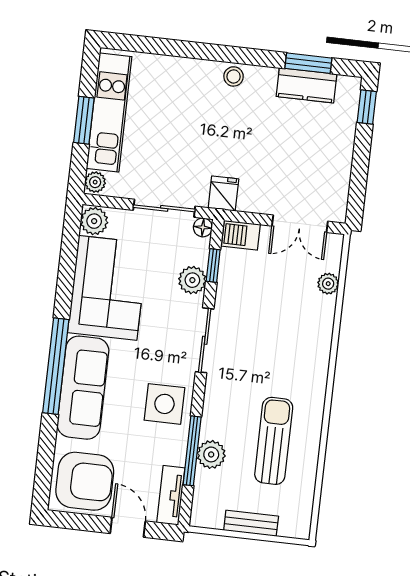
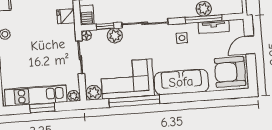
fridge: (223, 193) -> (66, 16), moved
sliding door: (205, 340) -> (145, 23), width x1.37
window: (56, 366) -> (134, 101), moved
side table: (164, 404) -> (182, 38), width x0.54, depth x0.54
armchair: (85, 481) -> (230, 72), turned -90
tv unit: (171, 495) -> (214, 27), moved

